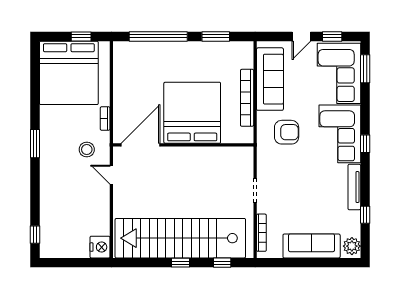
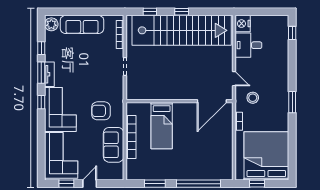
window: (365, 69) -> (41, 73), moved
sofa: (270, 79) -> (114, 145), width x0.73
bed: (192, 113) -> (162, 126), width x0.49
tv unit: (354, 187) -> (49, 74), width x0.71
desk: (92, 219) -> (248, 45), added

